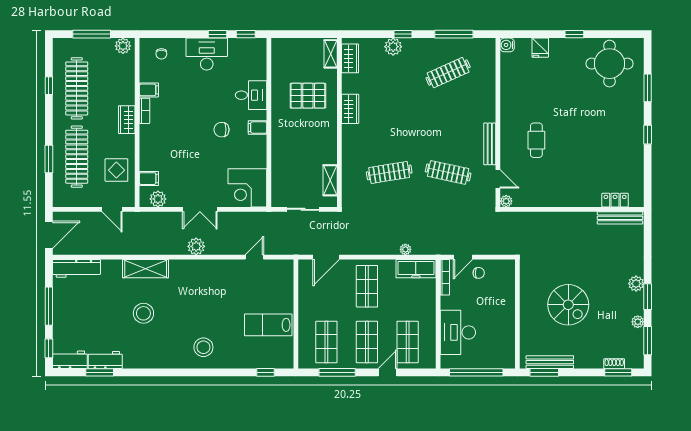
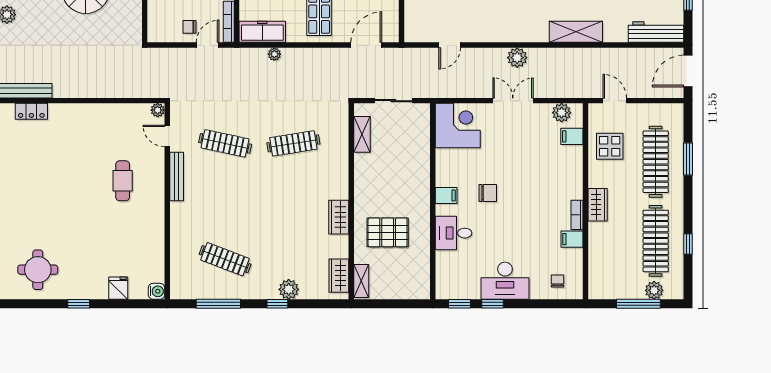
plant: (123, 46) -> (654, 290), moved
round table: (609, 64) -> (38, 270), width x0.73, depth x0.73
clothes rail: (448, 73) -> (225, 259), turned 45

